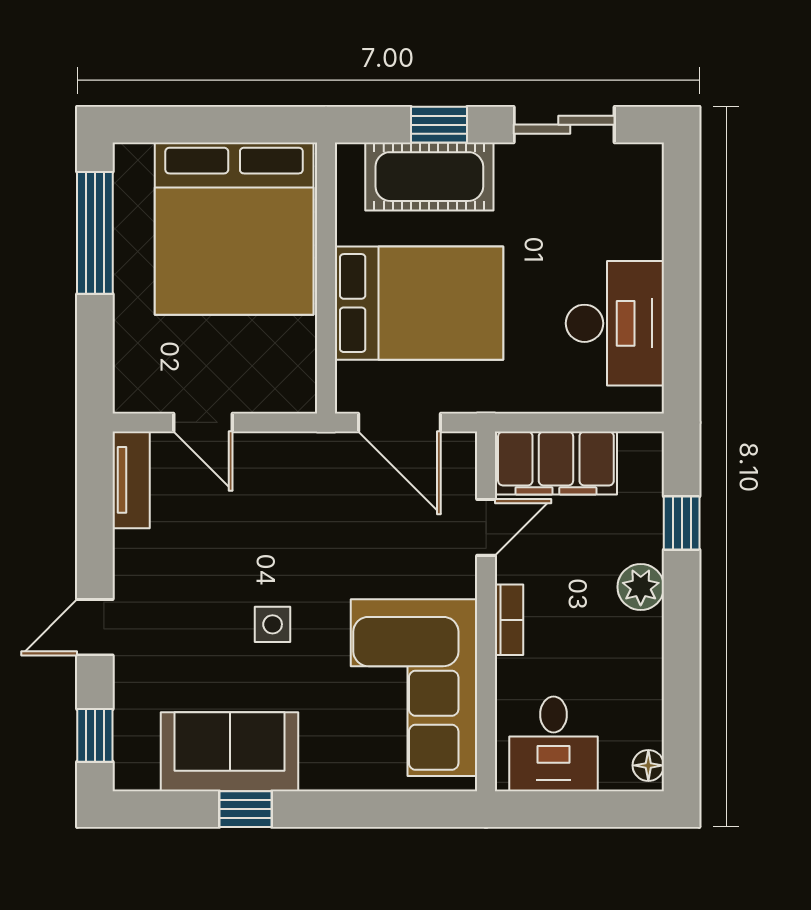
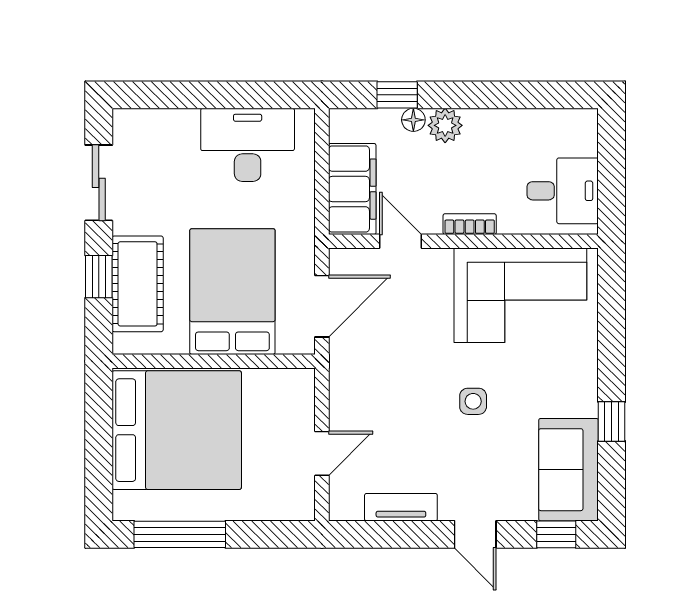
tv unit: (131, 480) -> (401, 507), moved
sofa: (230, 752) -> (569, 470), moved
floor lamp: (648, 765) -> (413, 120), moved

